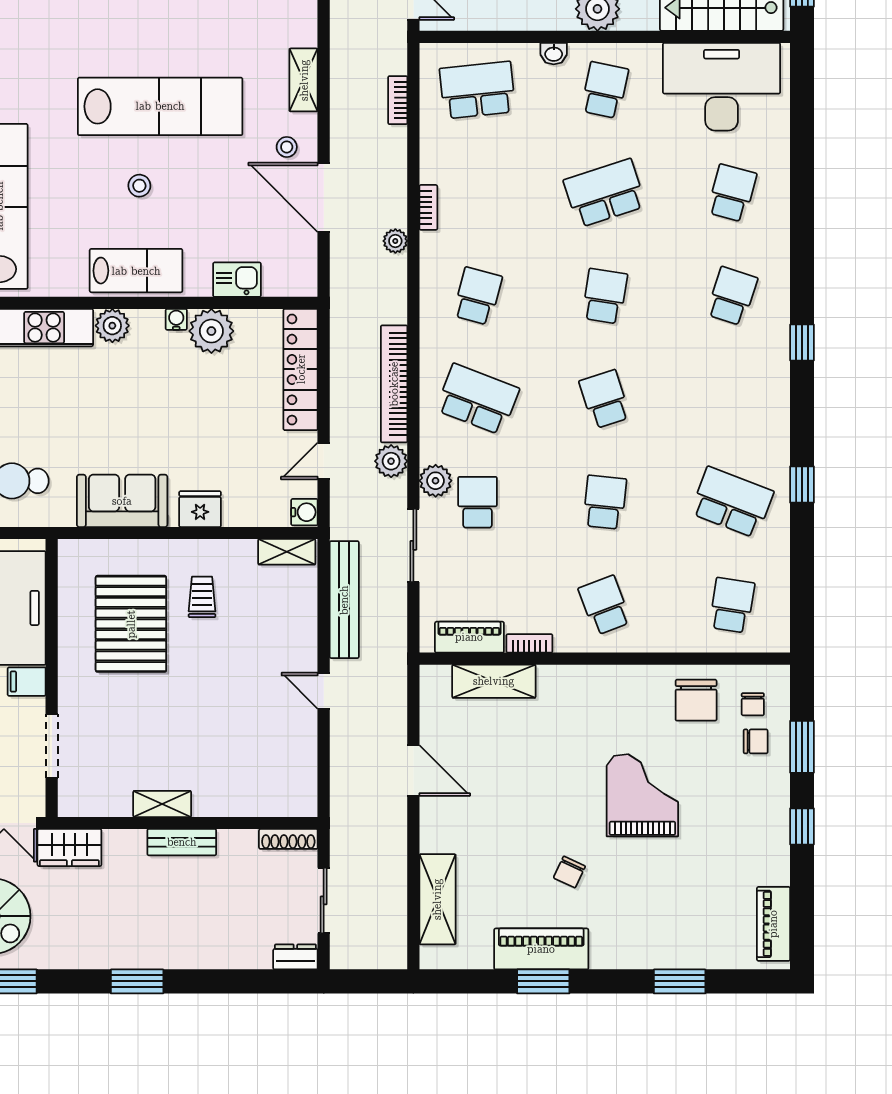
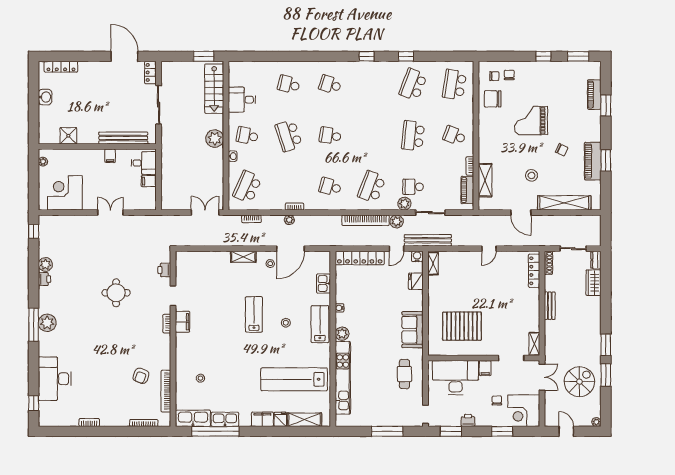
desk: (722, 87) -> (242, 100), width x0.53, depth x0.77
school desk: (477, 90) -> (247, 187), turned 30
lab bench: (160, 106) -> (254, 314), width x0.54, depth x0.72
plant: (395, 241) -> (289, 220), moved
plant: (211, 331) -> (344, 294), removed
window: (802, 342) -> (367, 56), moved
school desk: (605, 399) -> (372, 136), removed
door: (324, 461) -> (396, 249), hinge flipped
school desk: (605, 502) -> (413, 136), width x1.85
fridge: (200, 509) -> (416, 281), moved
trolley: (202, 597) -> (451, 298), removed
bench: (344, 600) -> (428, 240), moved
school desk: (605, 605) -> (455, 136), turned 42
school desk: (732, 605) -> (455, 84), width x1.85
chair: (696, 700) -> (493, 99), turned 180
window: (802, 747) -> (578, 56), moved
door: (413, 770) -> (521, 213), swing flipped
stool: (506, 797) -> (532, 175), added
locker: (269, 803) -> (534, 271), added
shelving: (162, 804) -> (534, 344), moved
wardrobe: (69, 848) -> (593, 283), moved, turned 180
shelving: (437, 899) -> (564, 203), width x1.47
piano: (773, 924) -> (594, 95), moved, turned 90
window: (137, 981) -> (606, 345), moved

